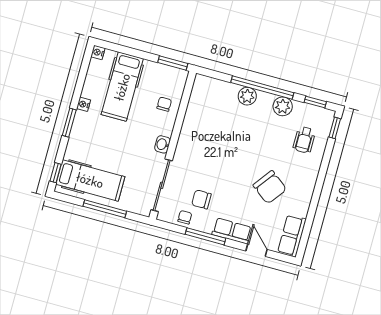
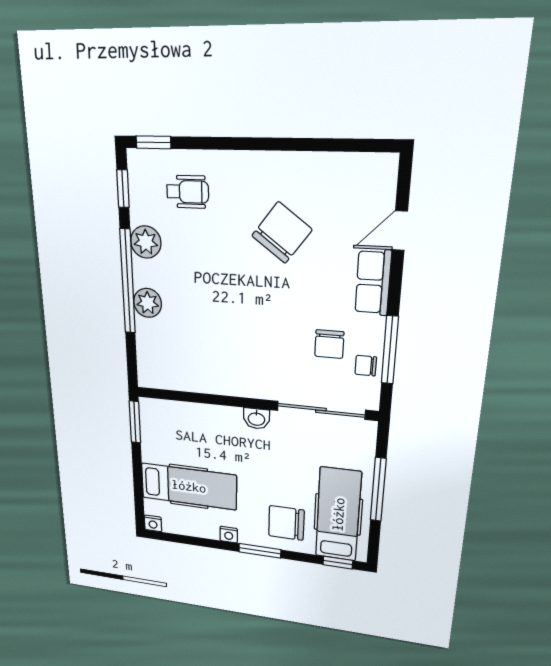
chair: (164, 104) -> (286, 523), moved, width x1.87, depth x1.87
window: (205, 236) -> (390, 350), moved
row of seats: (292, 236) -> (360, 171), removed

